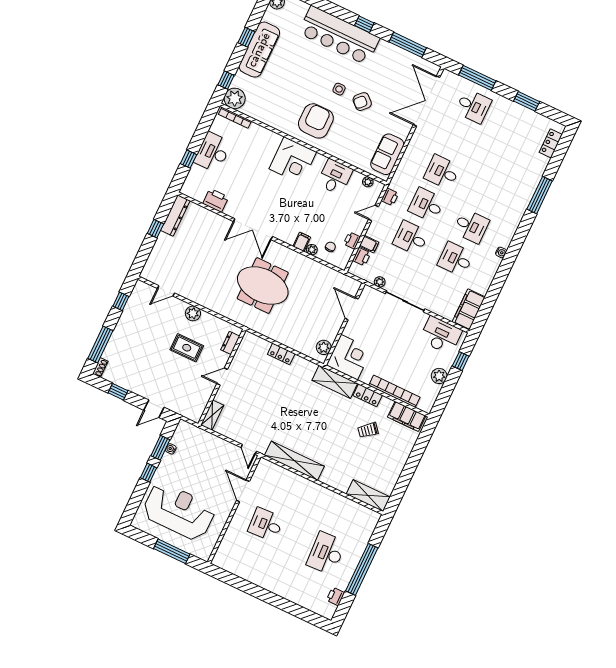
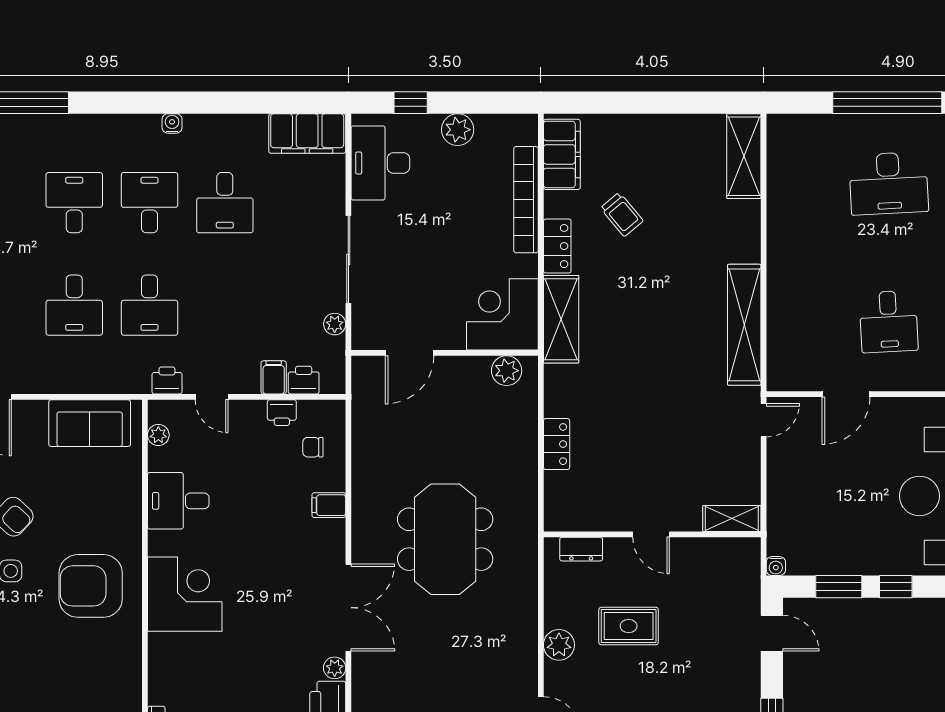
desk: (411, 238) -> (74, 203), moved, turned 180
plant: (312, 250) -> (335, 668), moved
rug: (187, 348) -> (629, 626), turned 90
water cooler: (171, 449) -> (776, 566), moved

